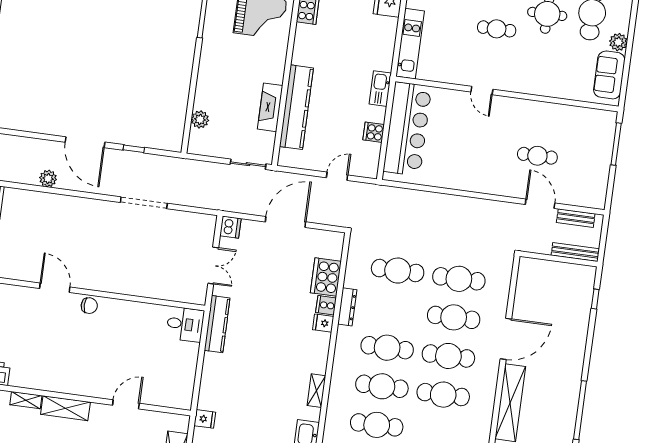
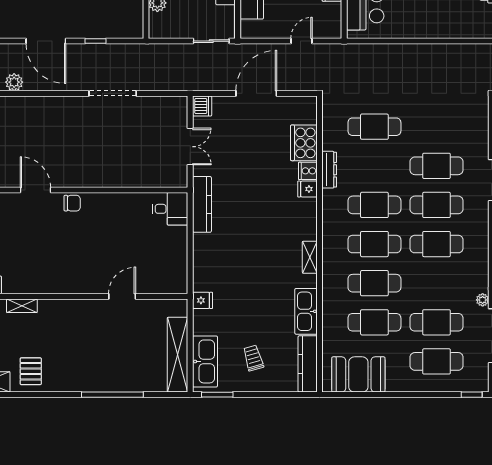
cafe table: (459, 279) -> (437, 127), removed
shelving: (65, 408) -> (62, 308), removed

